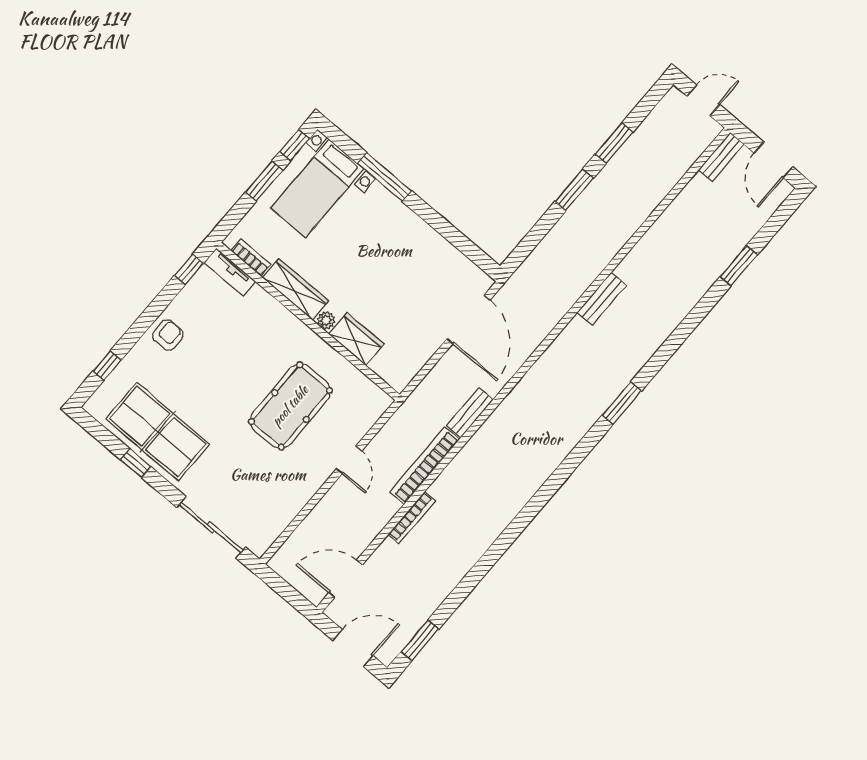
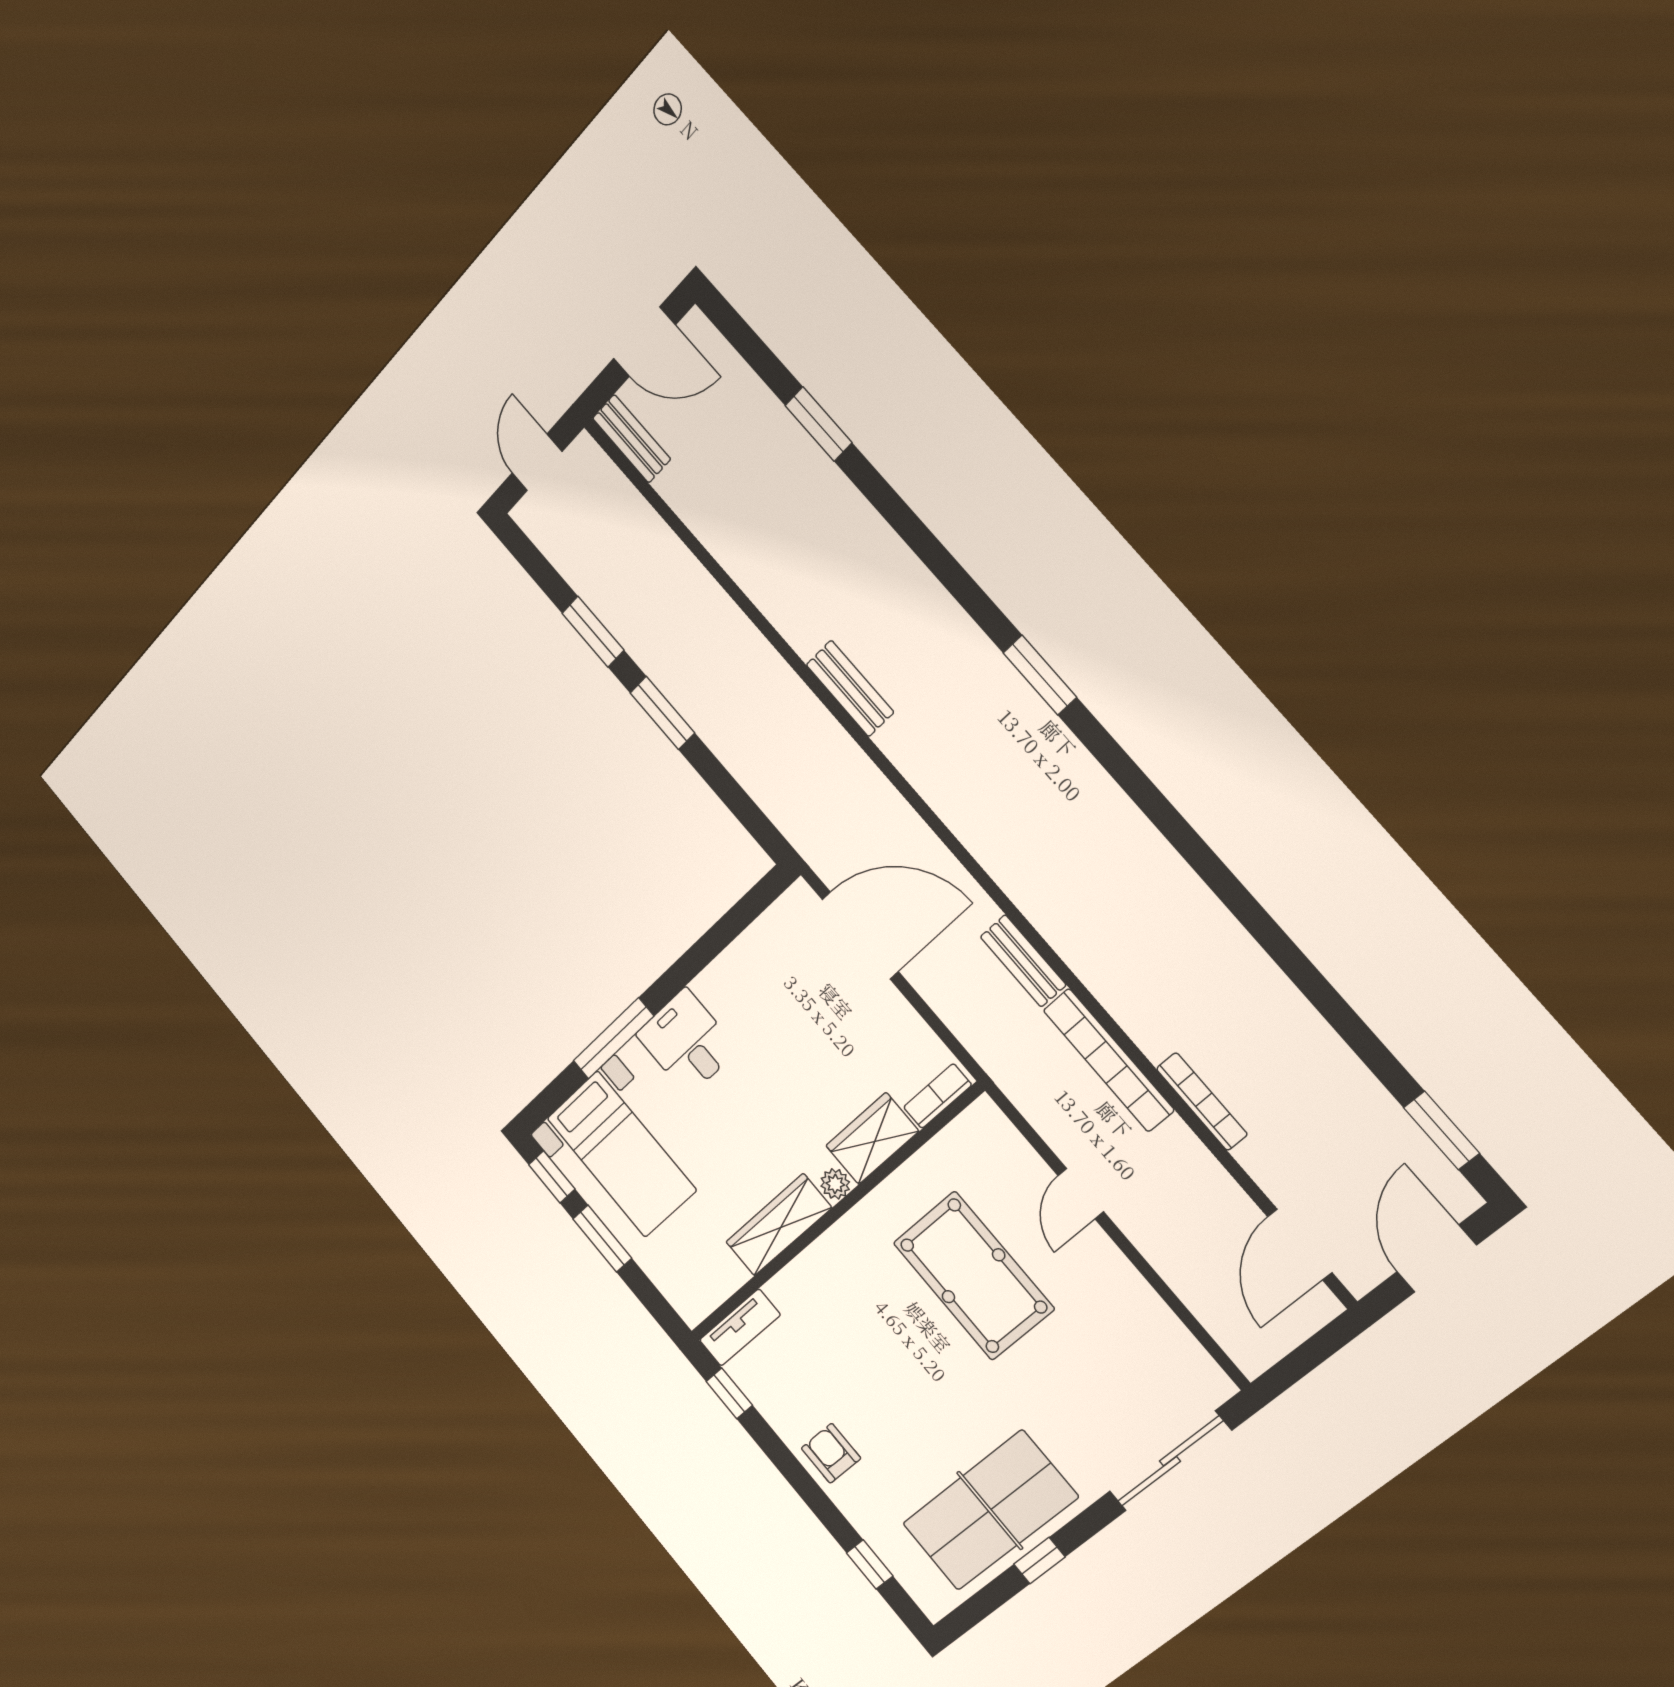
desk: (391, 223) -> (687, 1042), added
bookcase: (251, 258) -> (938, 1096), moved
door: (349, 460) -> (1081, 1194), swing flipped

